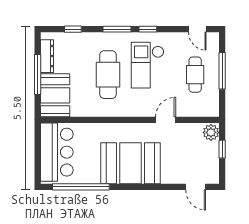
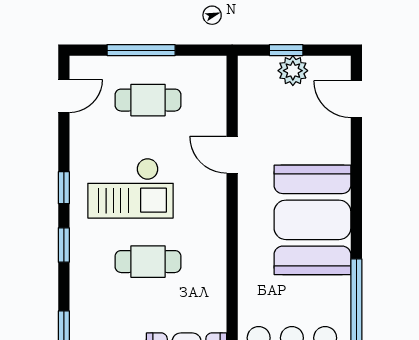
window: (117, 29) -> (64, 245), width x0.67
cafe table: (108, 75) -> (148, 262), width x0.73, depth x0.74
plant: (211, 132) -> (293, 71), moved
door: (196, 187) -> (356, 99), swing flipped

